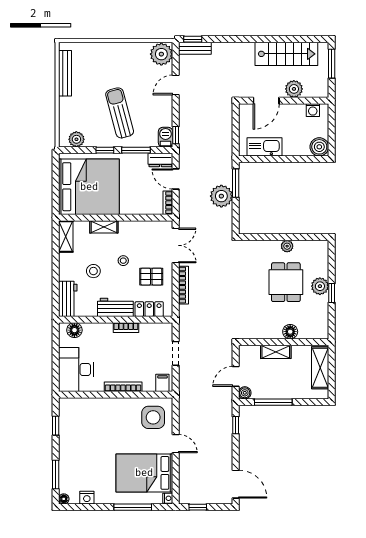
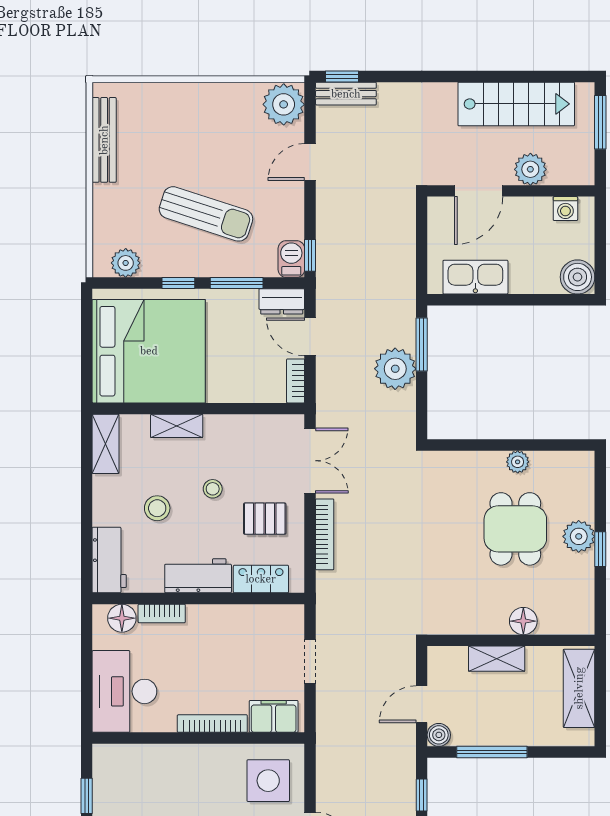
sun lounger: (120, 113) -> (206, 214), turned 123
bookcase: (126, 328) -> (162, 613), moved
filing cabinet: (162, 383) -> (274, 716), width x2.00

